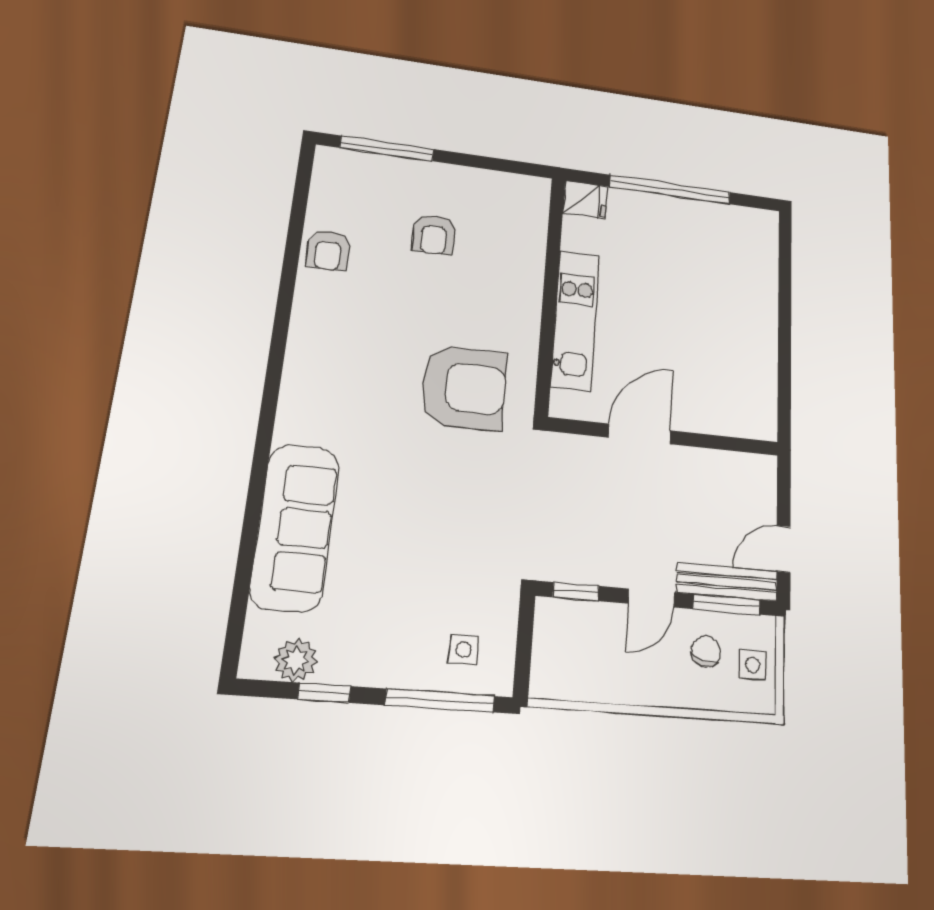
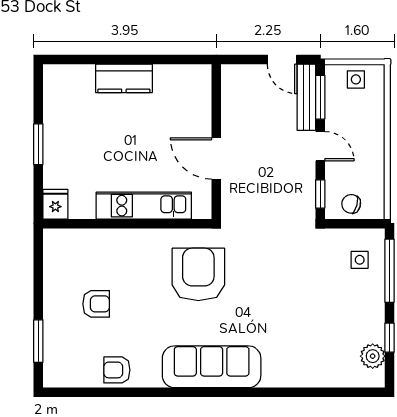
window: (387, 148) -> (38, 341), width x0.69
window: (670, 190) -> (38, 144), width x0.47
armchair: (328, 250) -> (117, 370), turned 180
kitchen counter: (759, 316) -> (124, 78), added
sofa: (295, 527) -> (212, 367), moved
chair: (706, 651) -> (351, 204), moved

